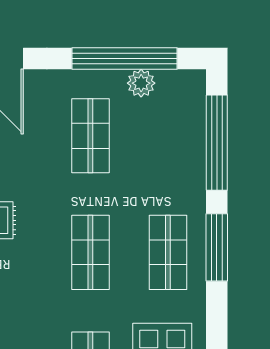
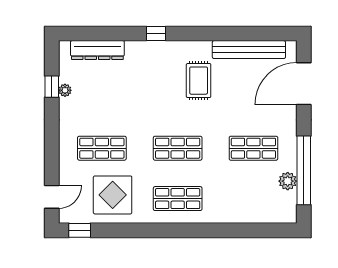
window: (217, 143) -> (249, 230), removed
window: (217, 247) -> (181, 230), removed

